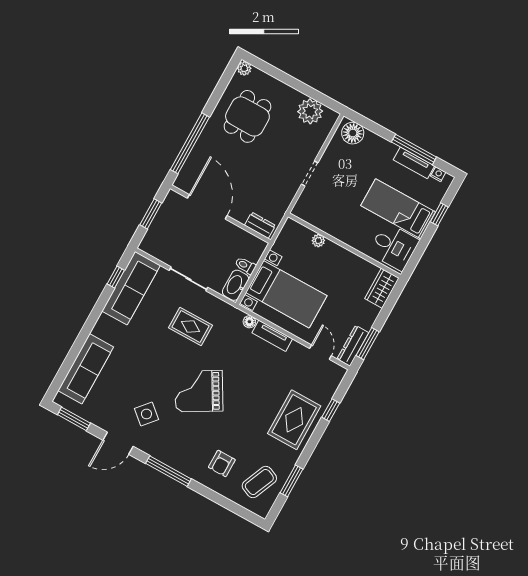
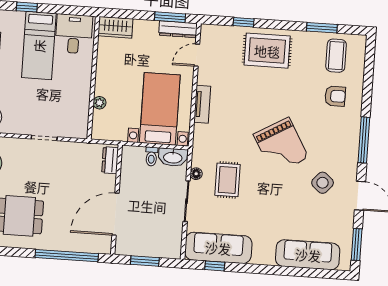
floor lamp: (249, 322) -> (196, 174), moved
coffee table: (259, 482) -> (336, 56), turned 67

